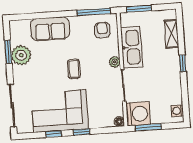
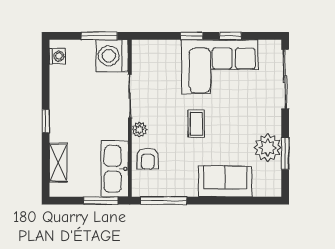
armchair: (102, 30) -> (148, 159), moved
kitchen sink: (132, 47) -> (115, 169), moved
floor lamp: (119, 122) -> (139, 47), removed

